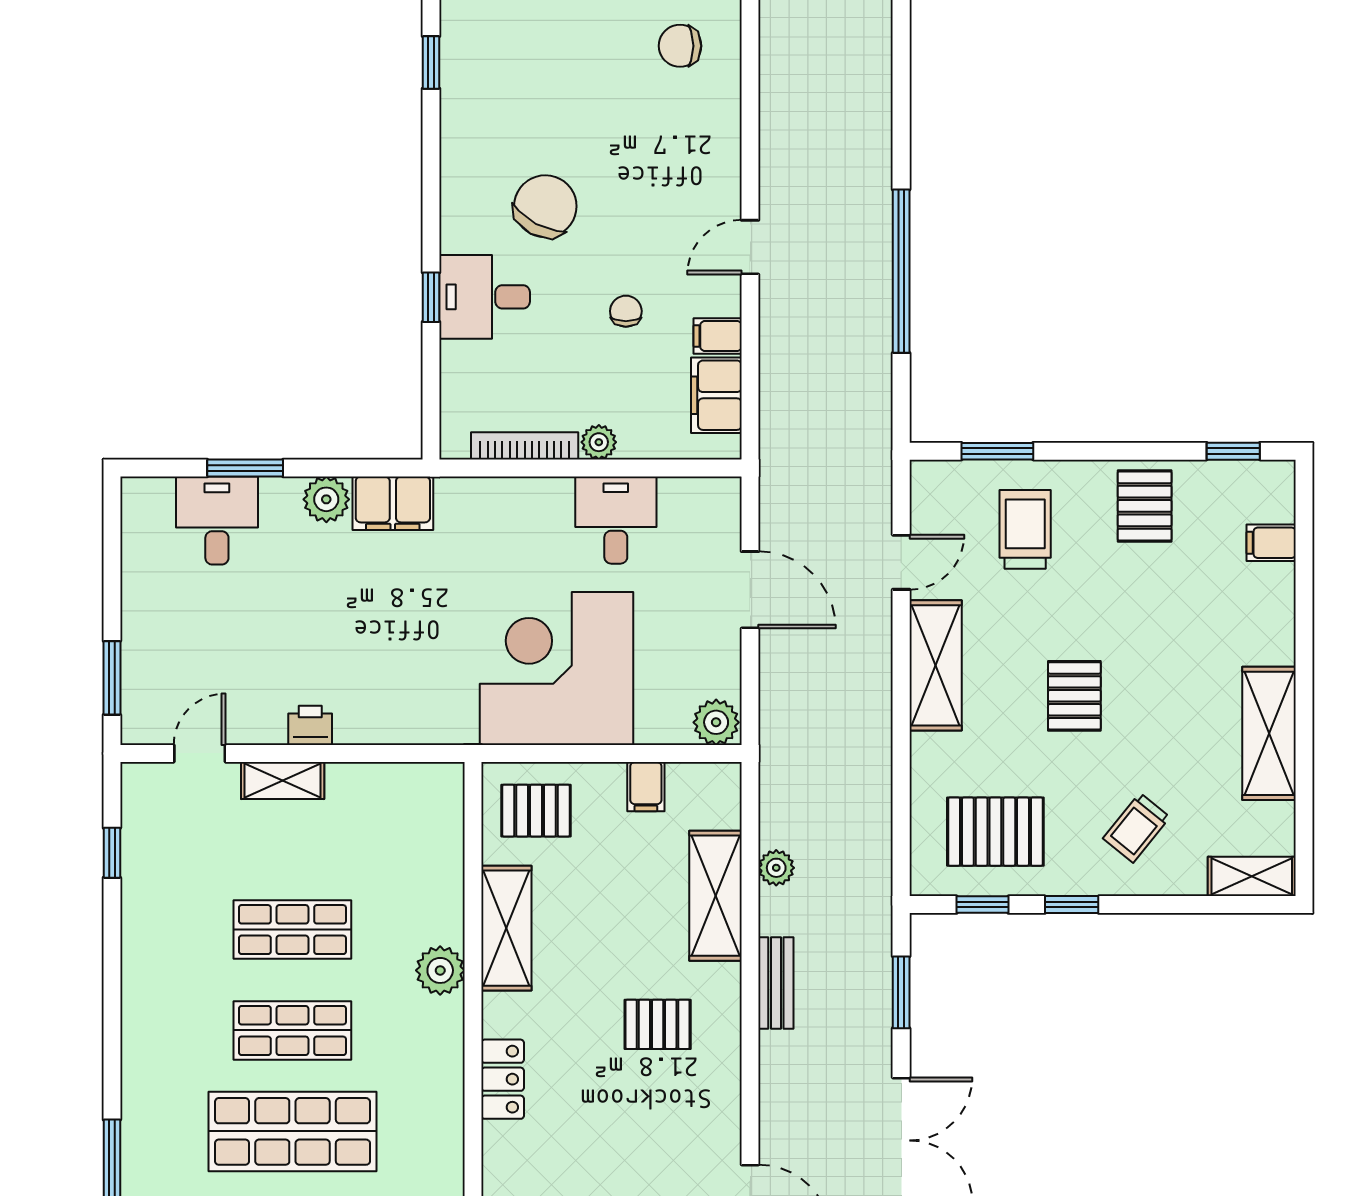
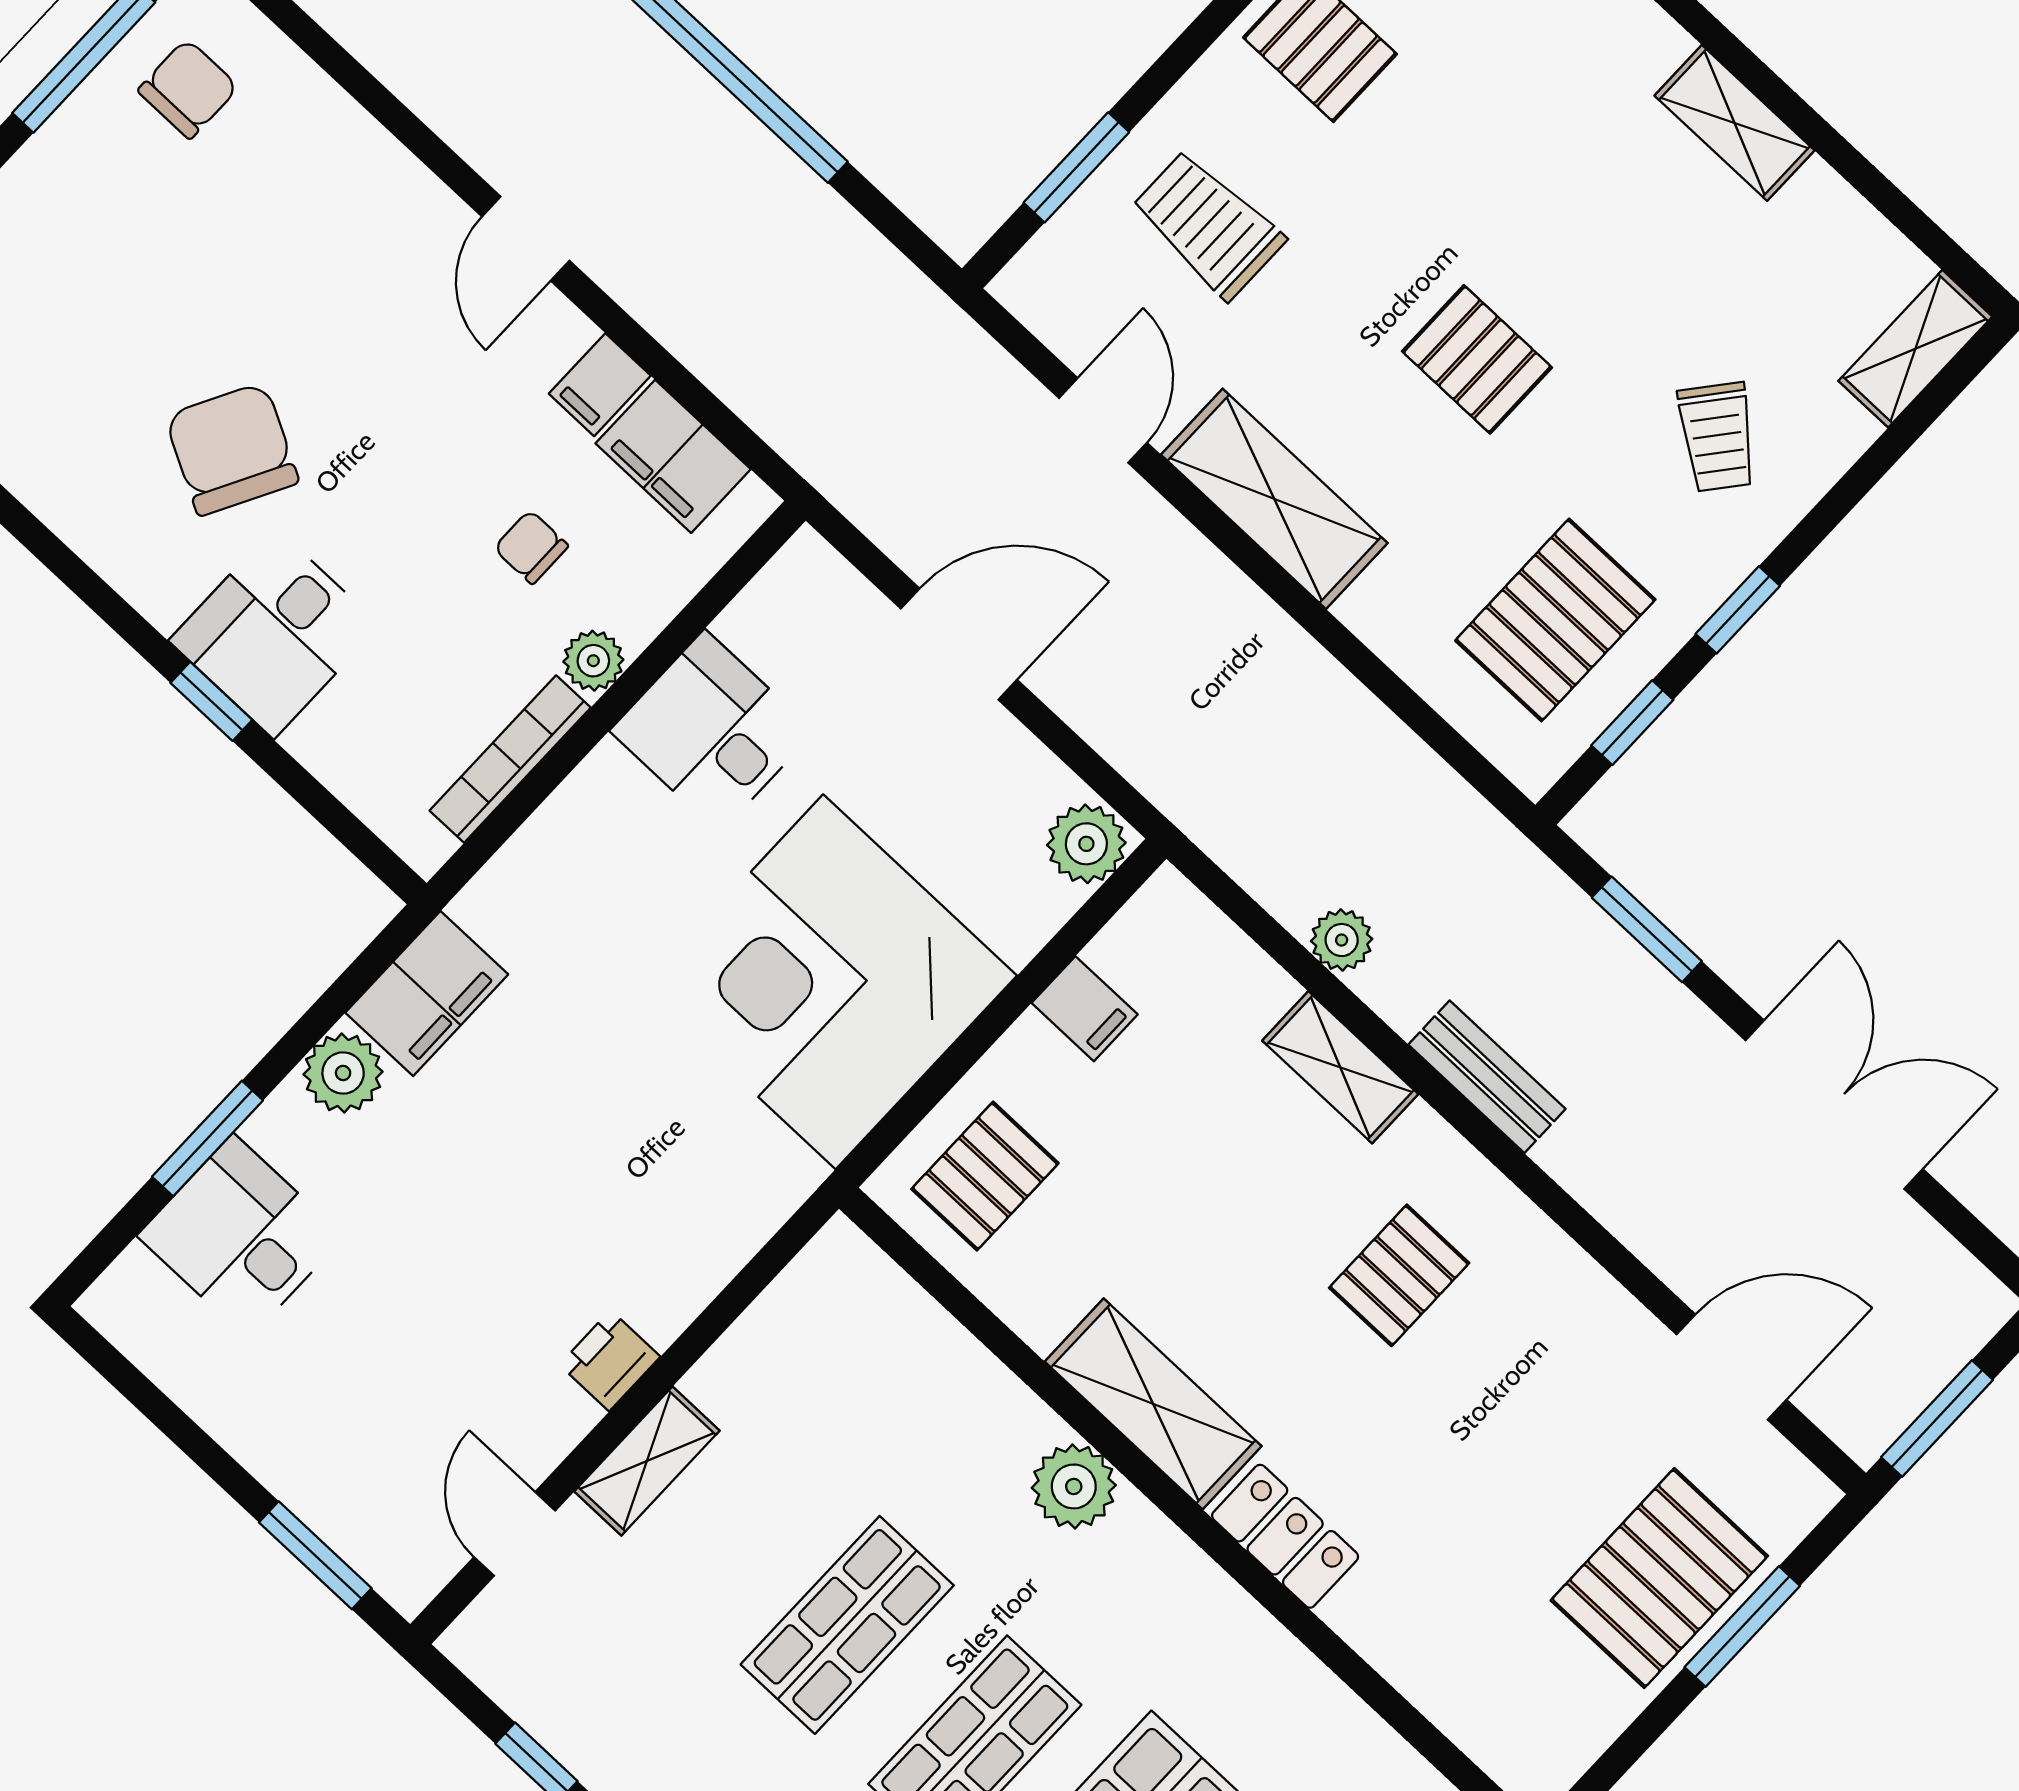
chair: (680, 46) -> (188, 89), turned 180
chair: (626, 311) -> (531, 547), moved
shelving: (1269, 733) -> (1735, 123), width x0.67, depth x0.75
shelving: (716, 896) -> (1340, 1067), width x0.67, depth x0.75
shelving: (506, 928) -> (1153, 1404), moved

